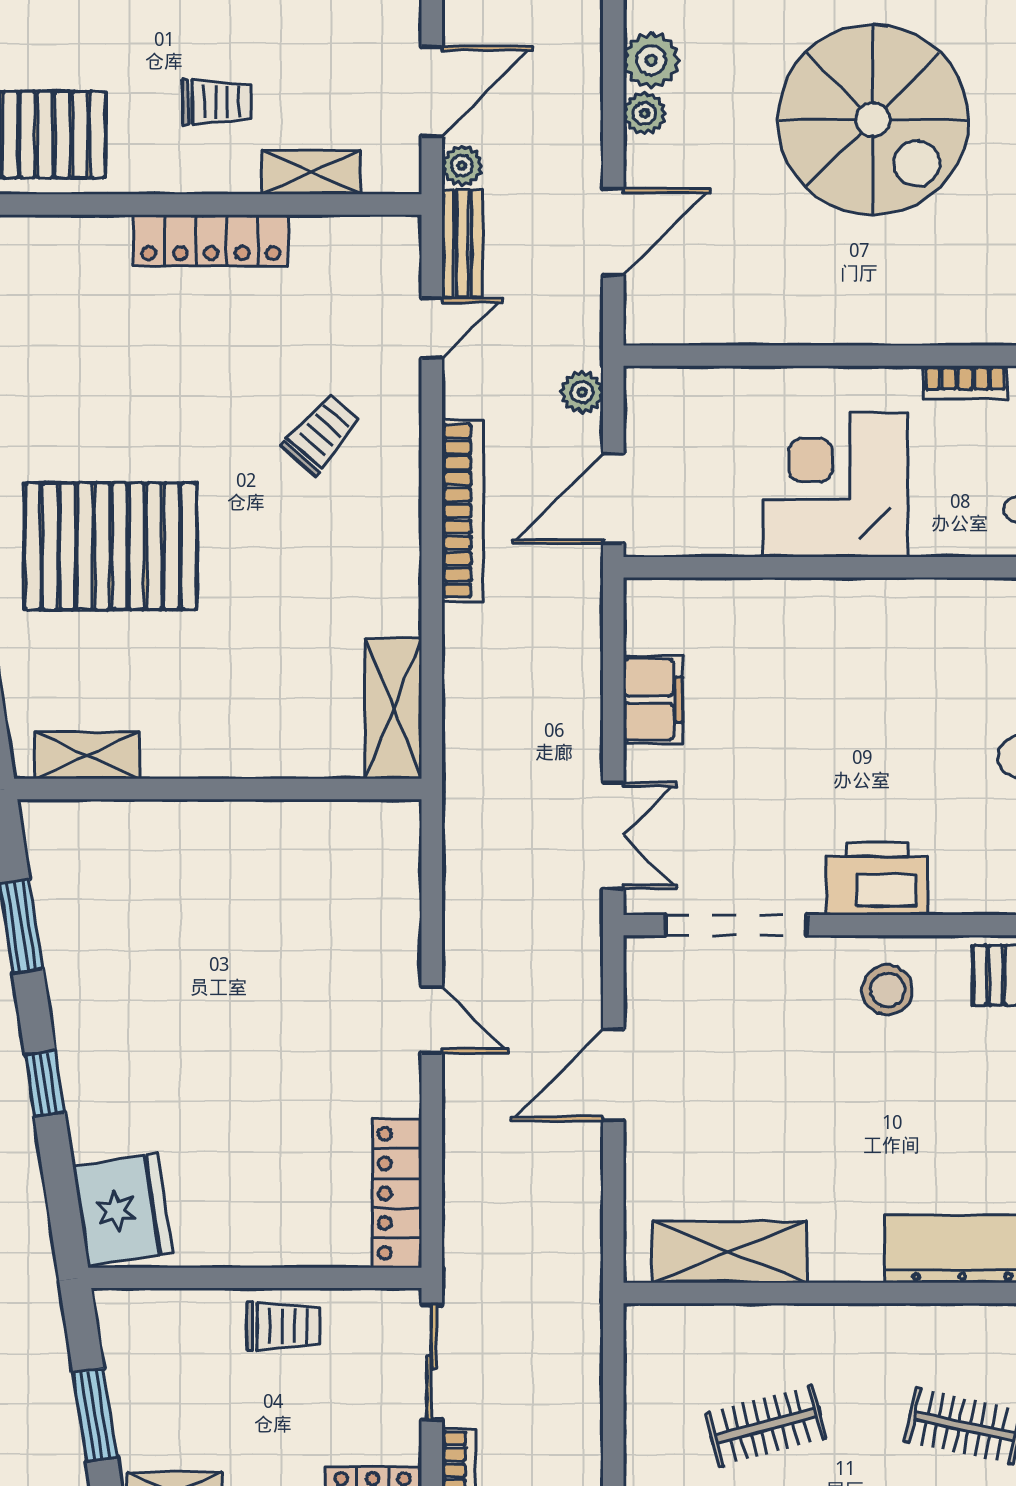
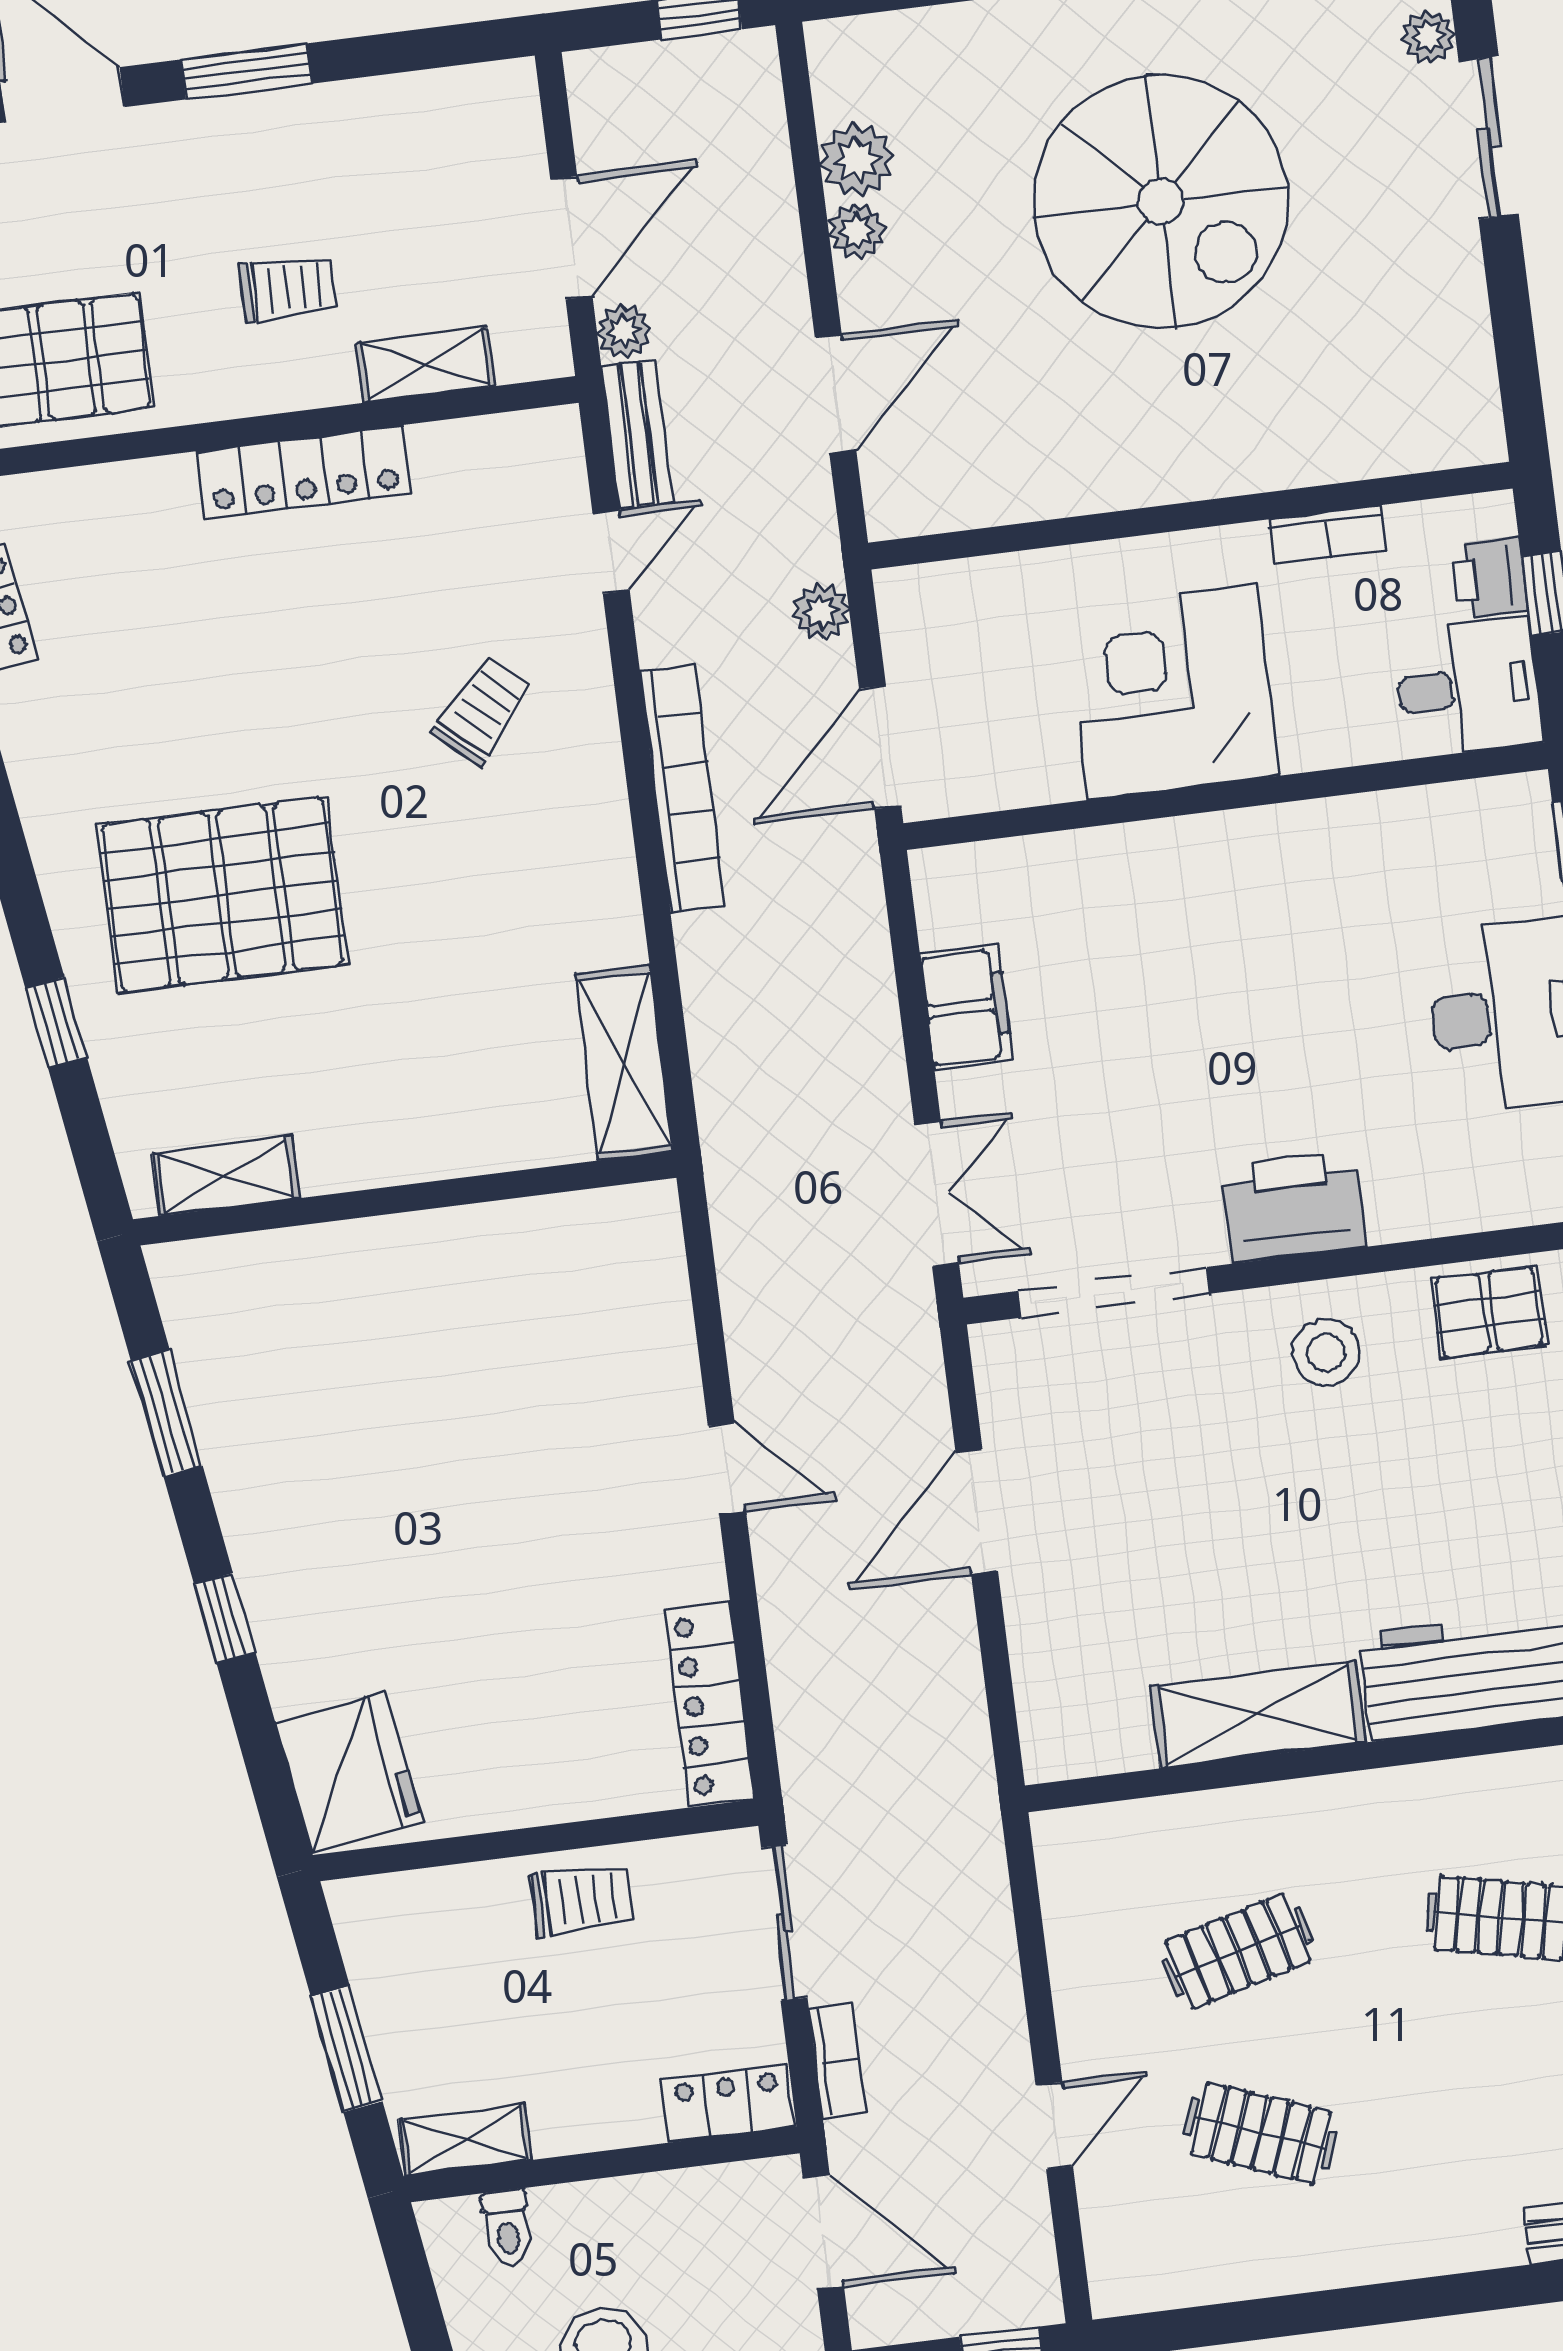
shelving: (730, 1252) -> (1258, 1714), moved

